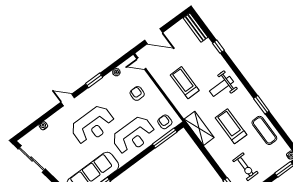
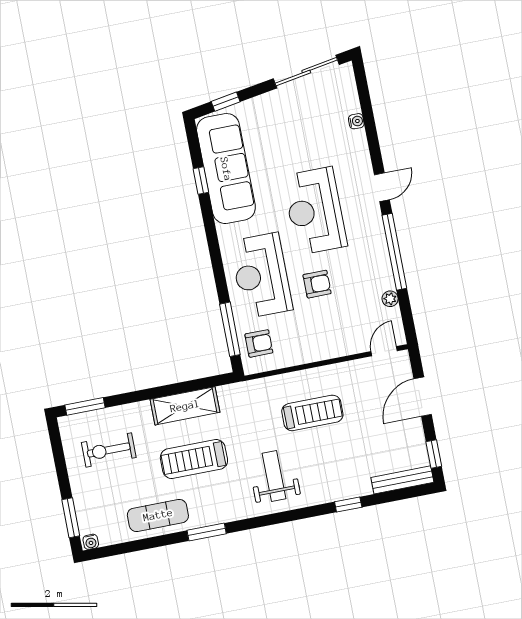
window: (177, 19) -> (434, 454), added
window: (94, 80) -> (394, 252), width x2.11
armchair: (137, 93) -> (317, 284), moved
treadmill: (231, 126) -> (194, 459), turned 180
shelving: (199, 128) -> (185, 406), moved

